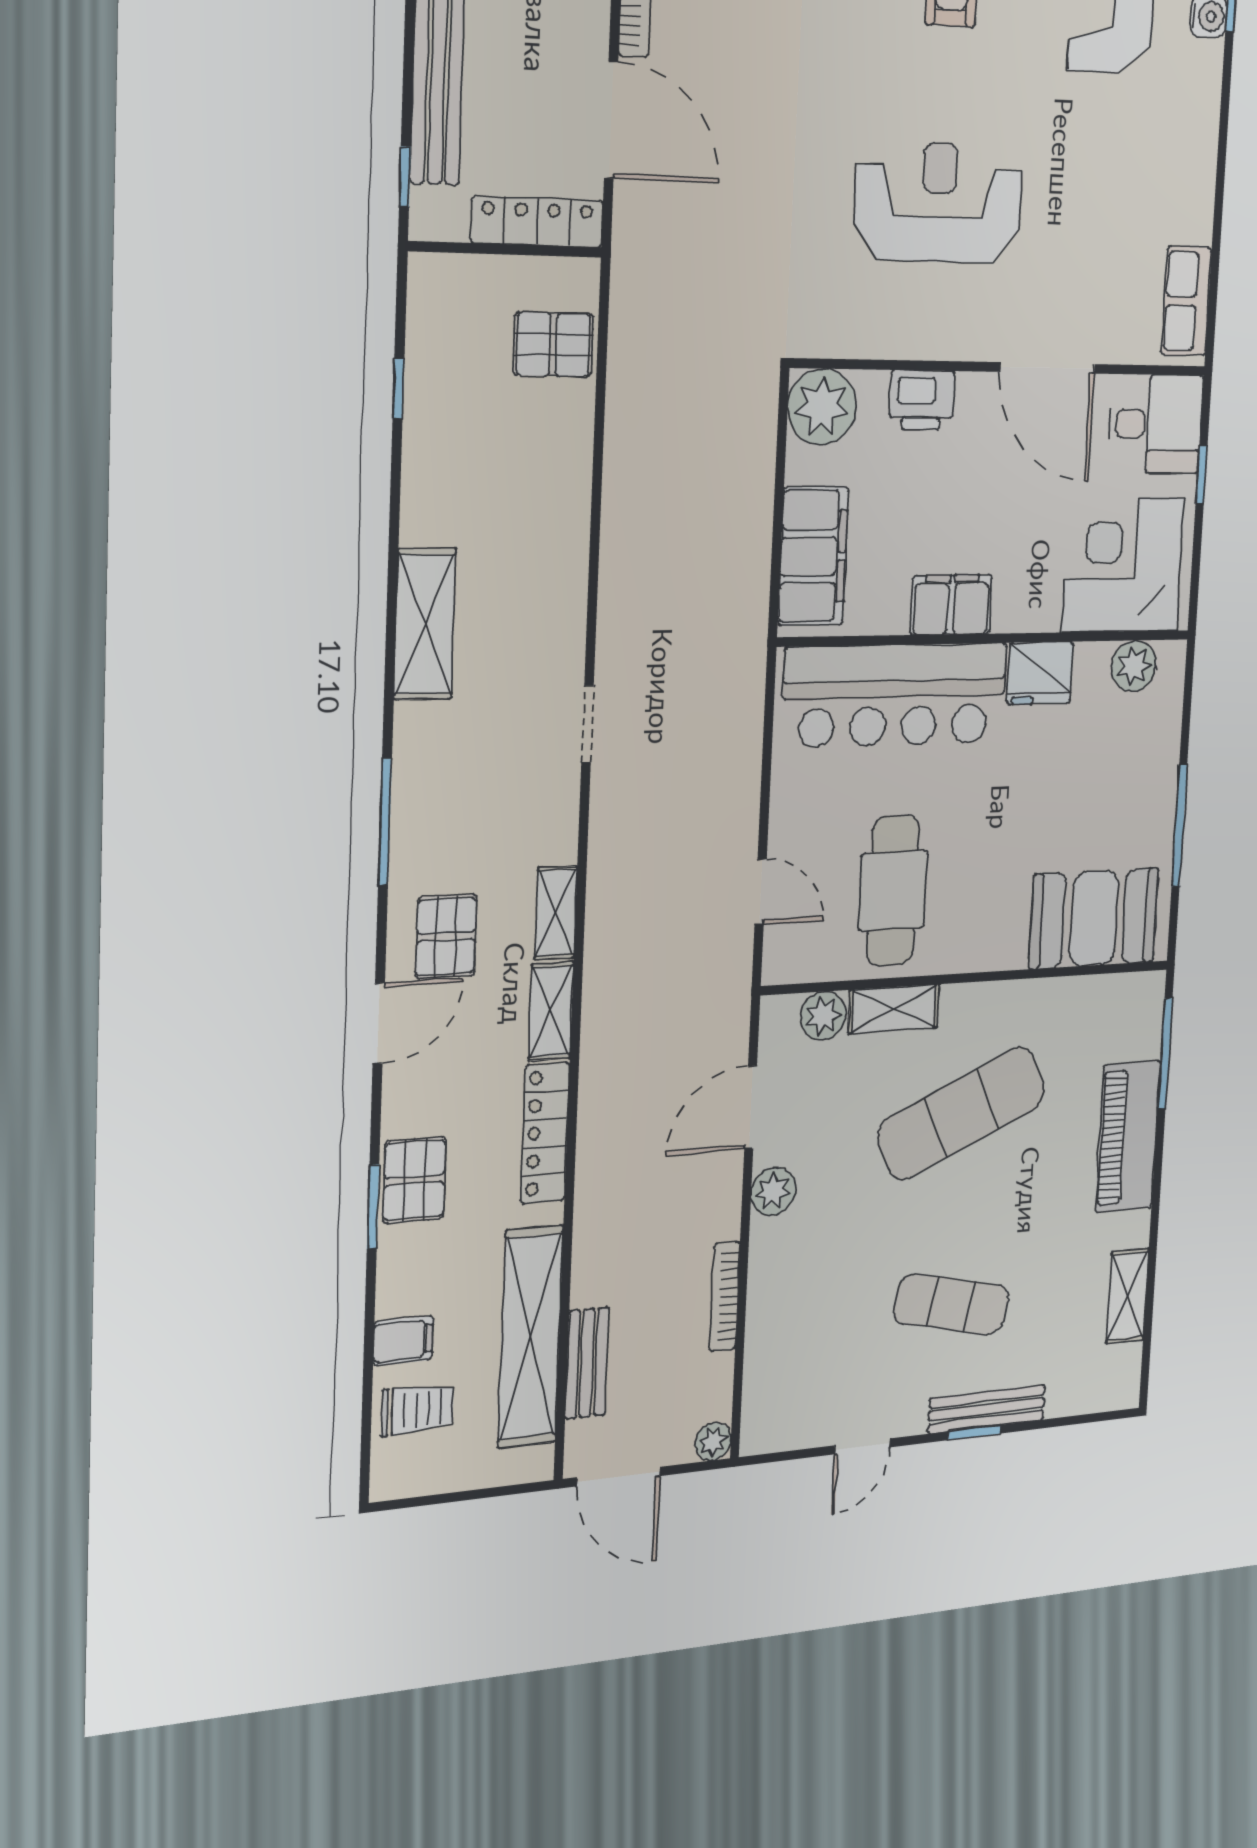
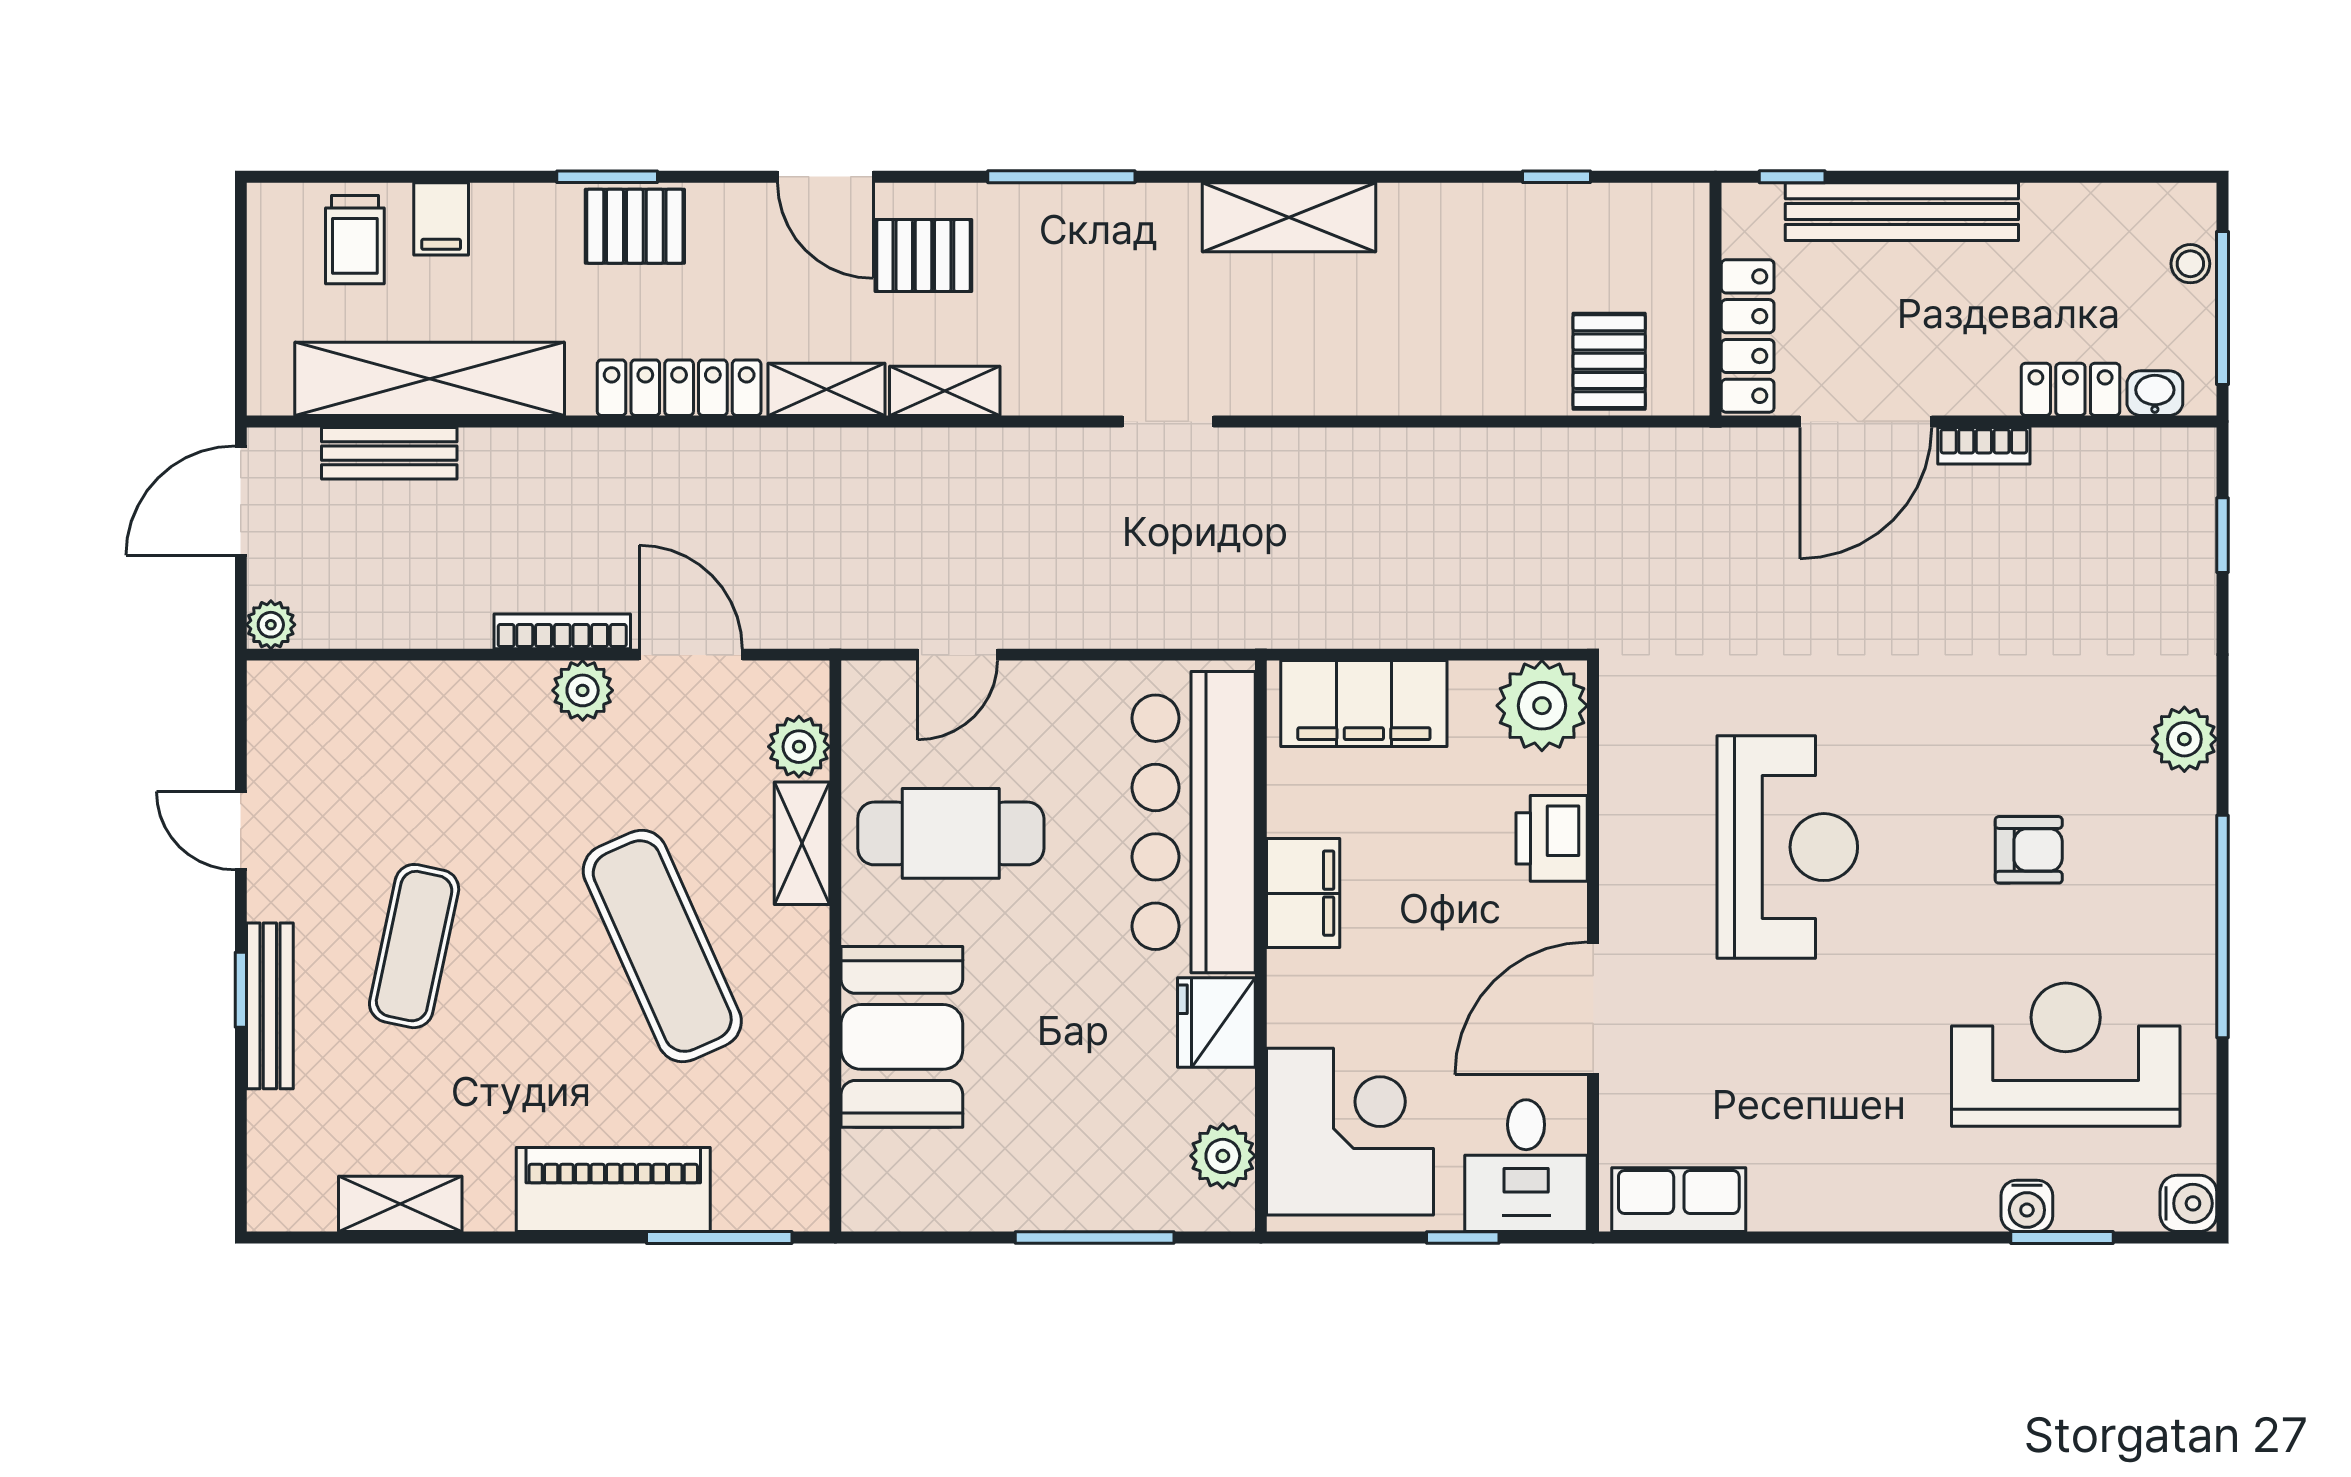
window: (1179, 825) -> (1095, 1237), moved
booth: (1094, 918) -> (902, 1037), moved
bookcase: (725, 1297) -> (562, 631), moved

